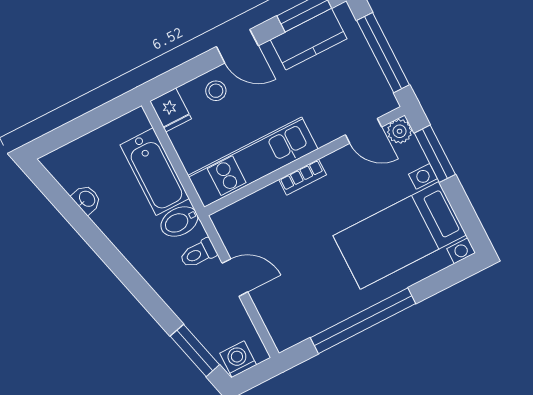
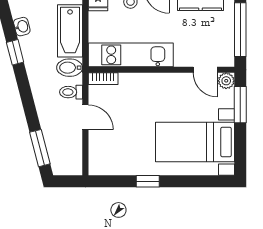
bookcase: (303, 177) -> (103, 79), moved
window: (95, 238) -> (15, 52), added
window: (363, 321) -> (148, 181), width x0.32
washing machine: (238, 359) -> (63, 166), removed

